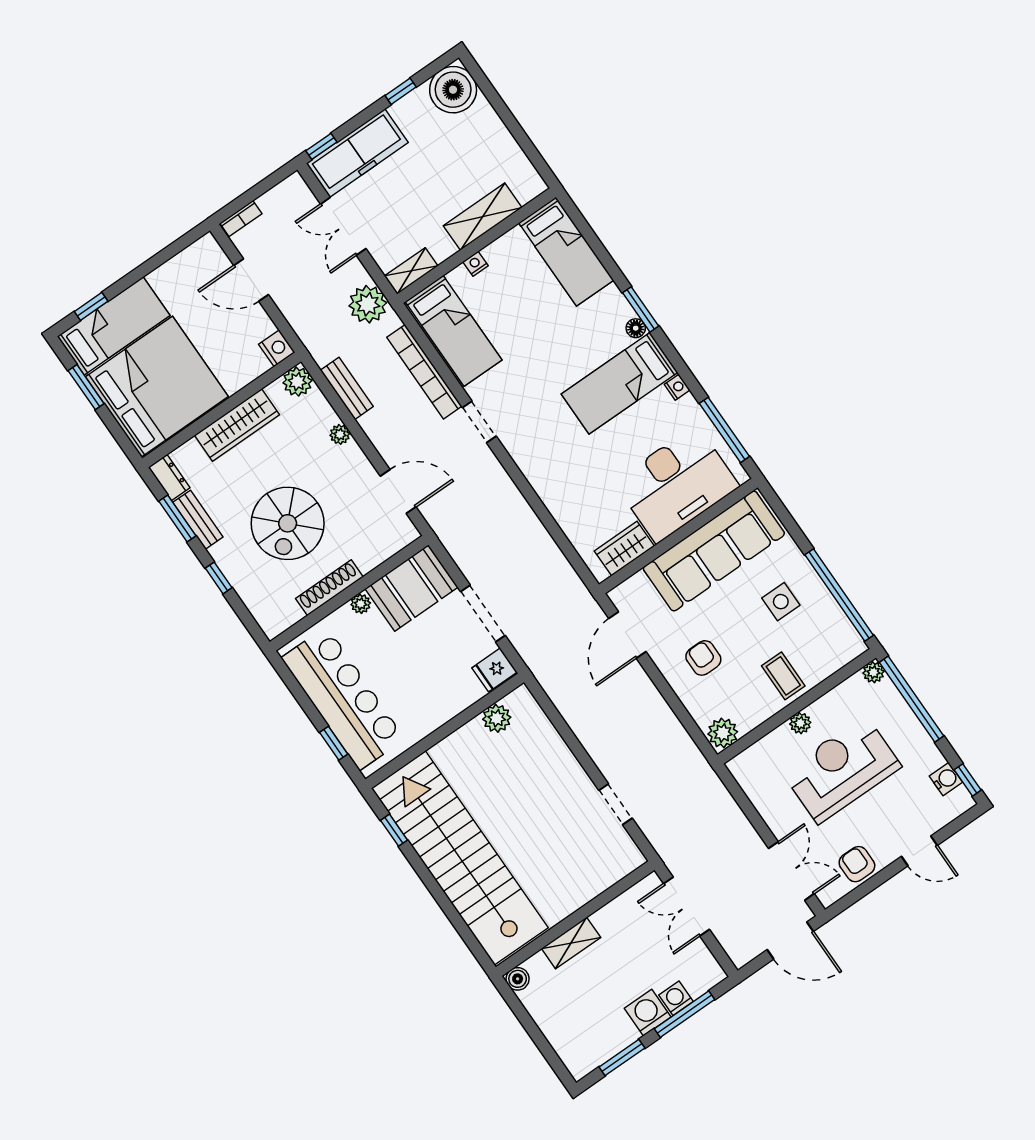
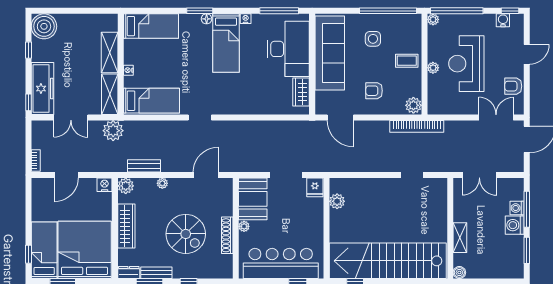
shelving: (411, 271) -> (110, 94), width x1.50, depth x1.33
bookcase: (424, 372) -> (417, 126), moved

